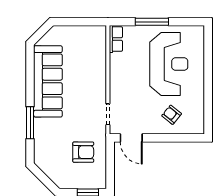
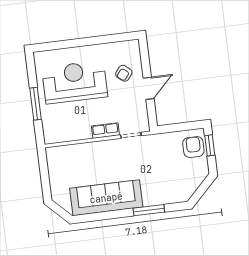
row of seats: (116, 39) -> (105, 131), moved
door: (131, 138) -> (149, 88), moved
armchair: (83, 152) -> (193, 147), moved

